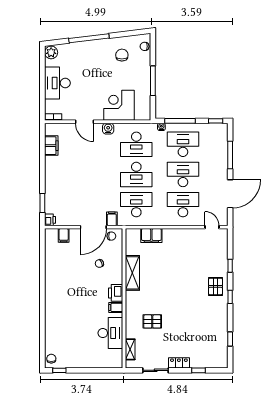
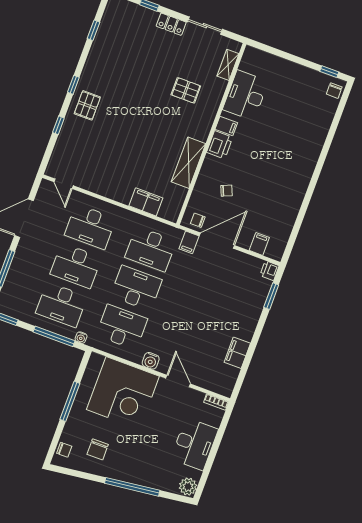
corner desk: (119, 105) -> (123, 393), width x1.36, depth x1.36
filing cabinet: (51, 146) -> (237, 353), moved

